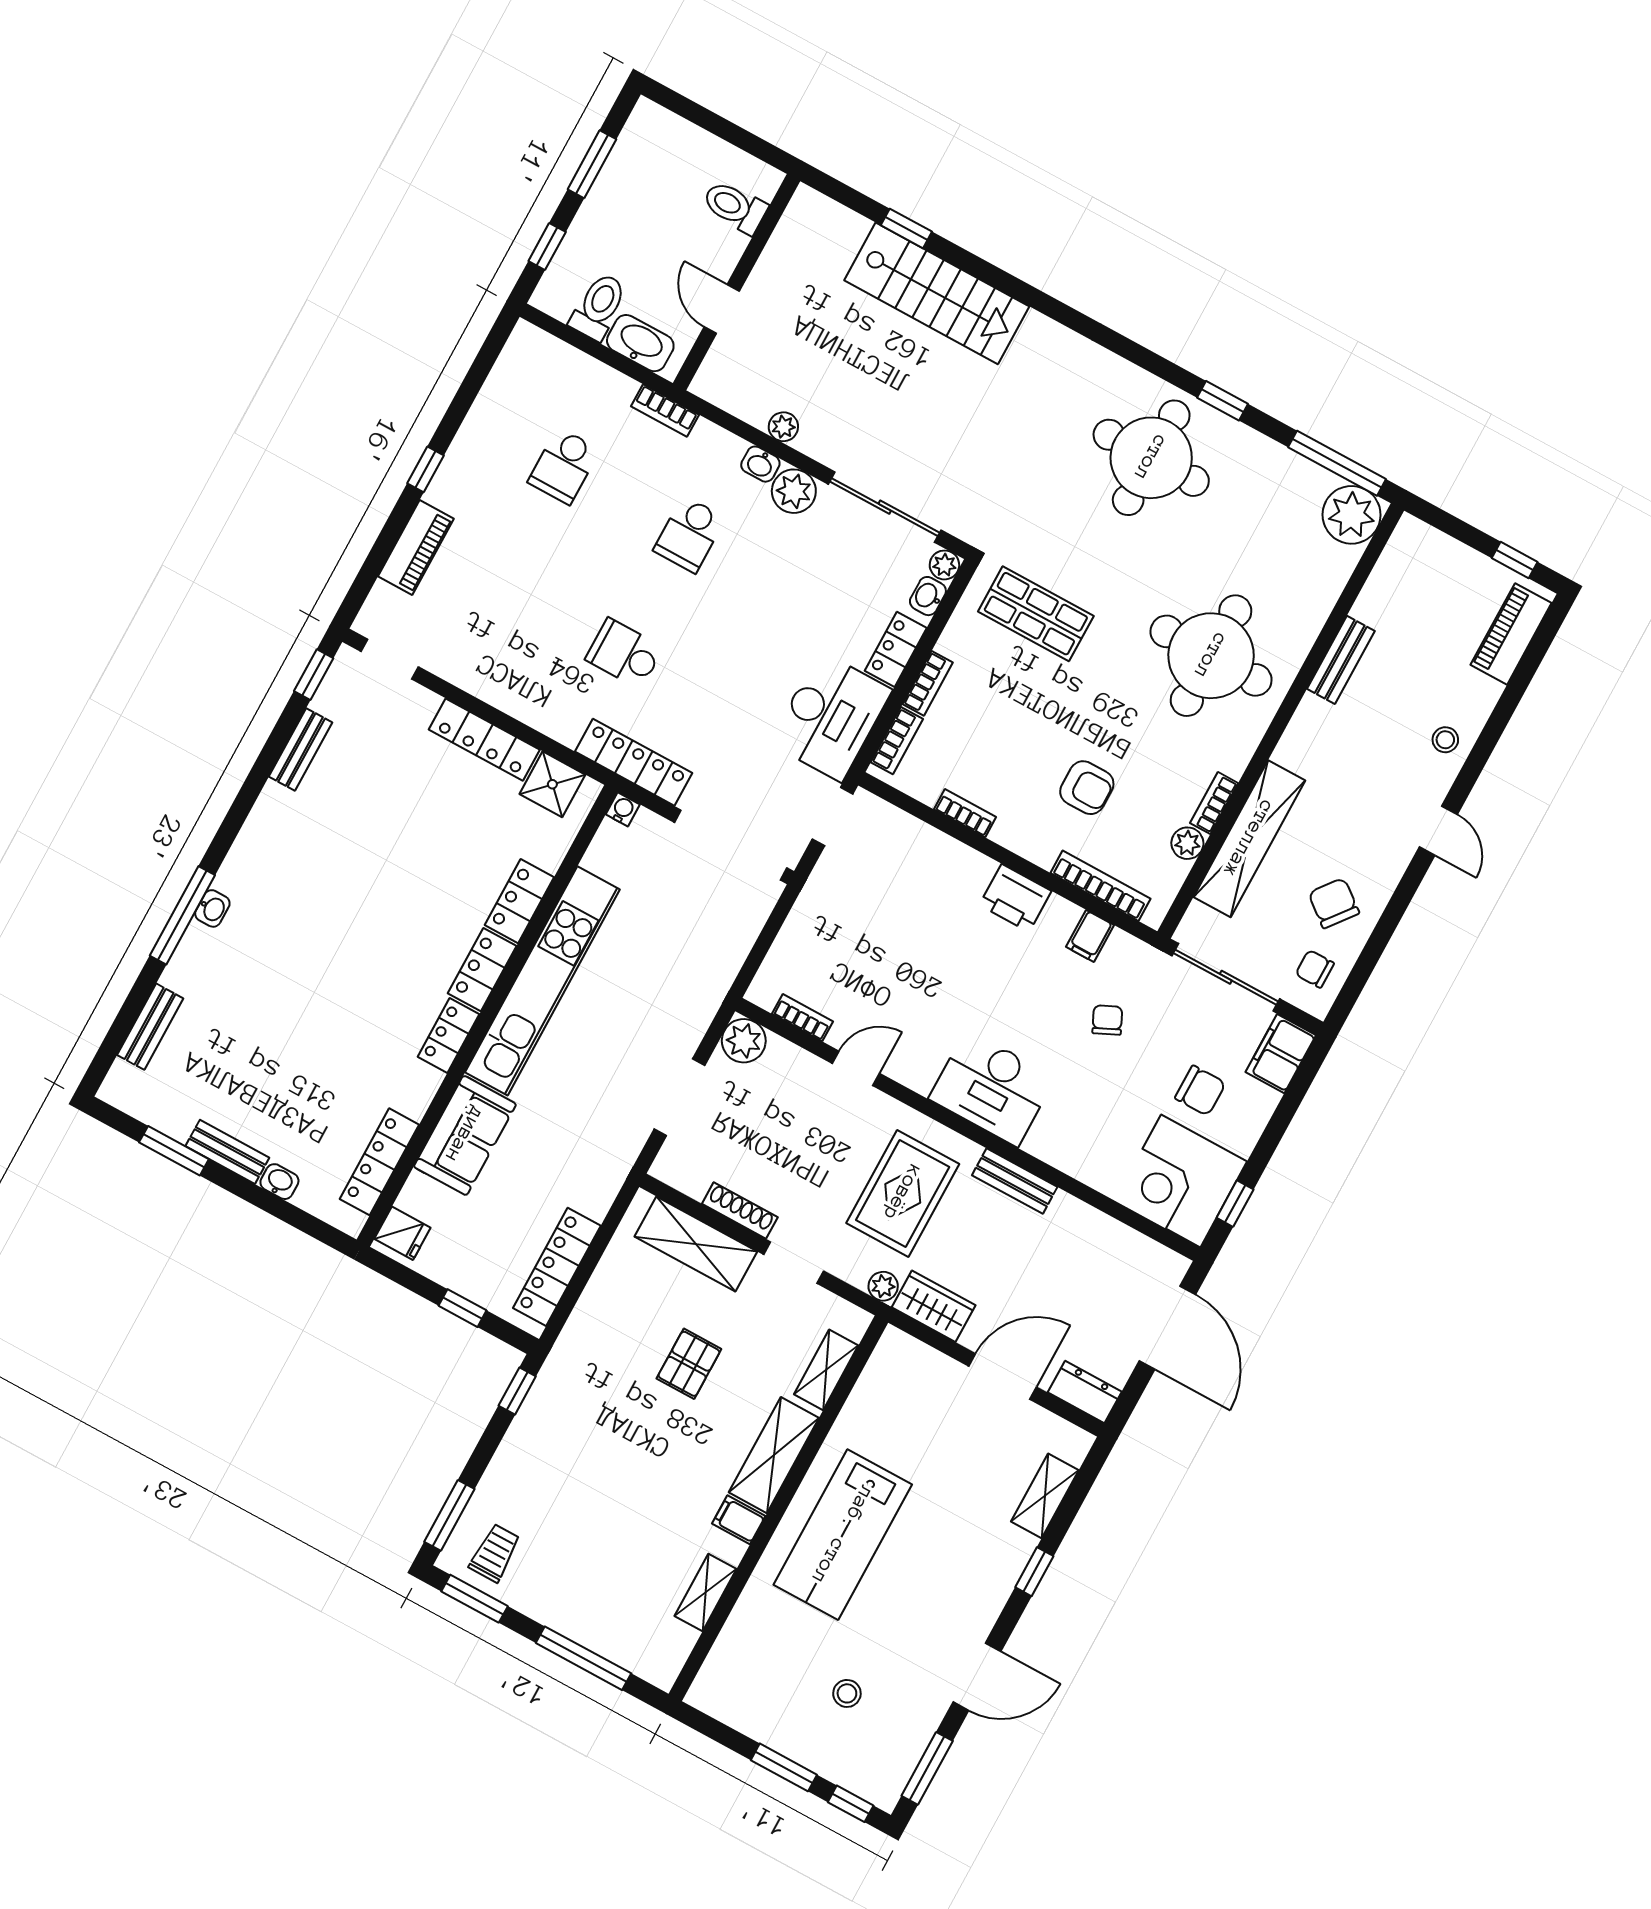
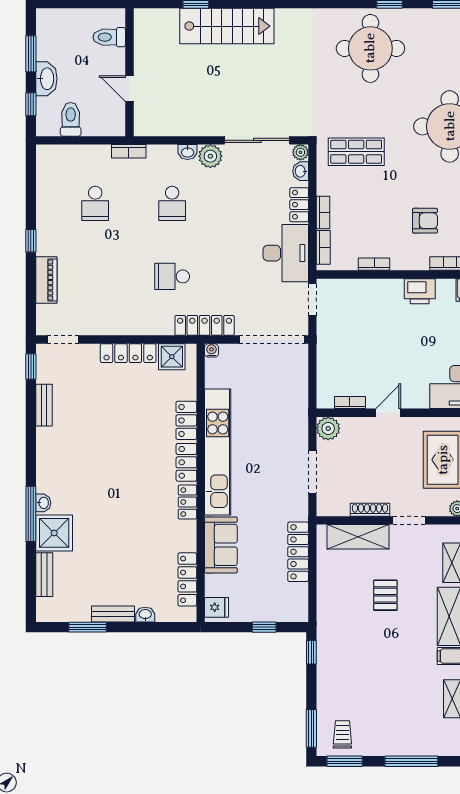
washbasin: (640, 343) -> (46, 79), moved, turned 90
plant: (783, 427) -> (189, 128), removed
shower: (203, 967) -> (54, 533), added
locker: (557, 1267) -> (298, 552), moved

